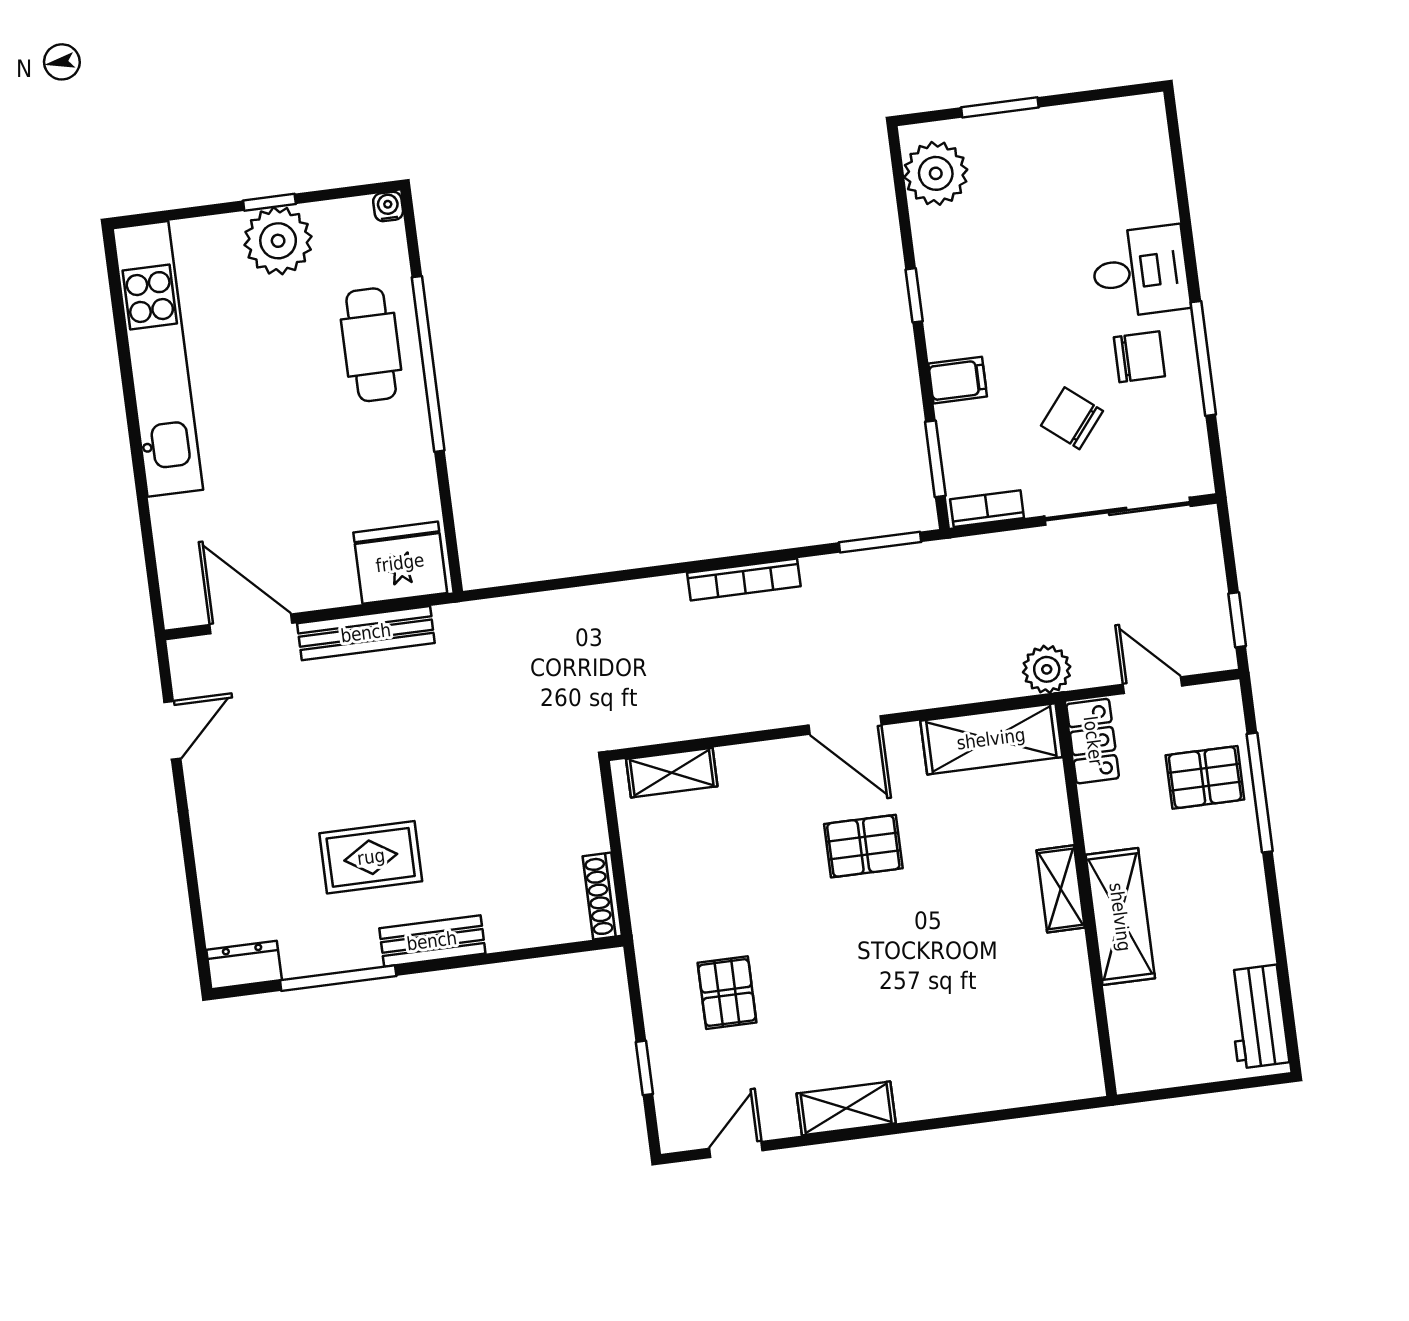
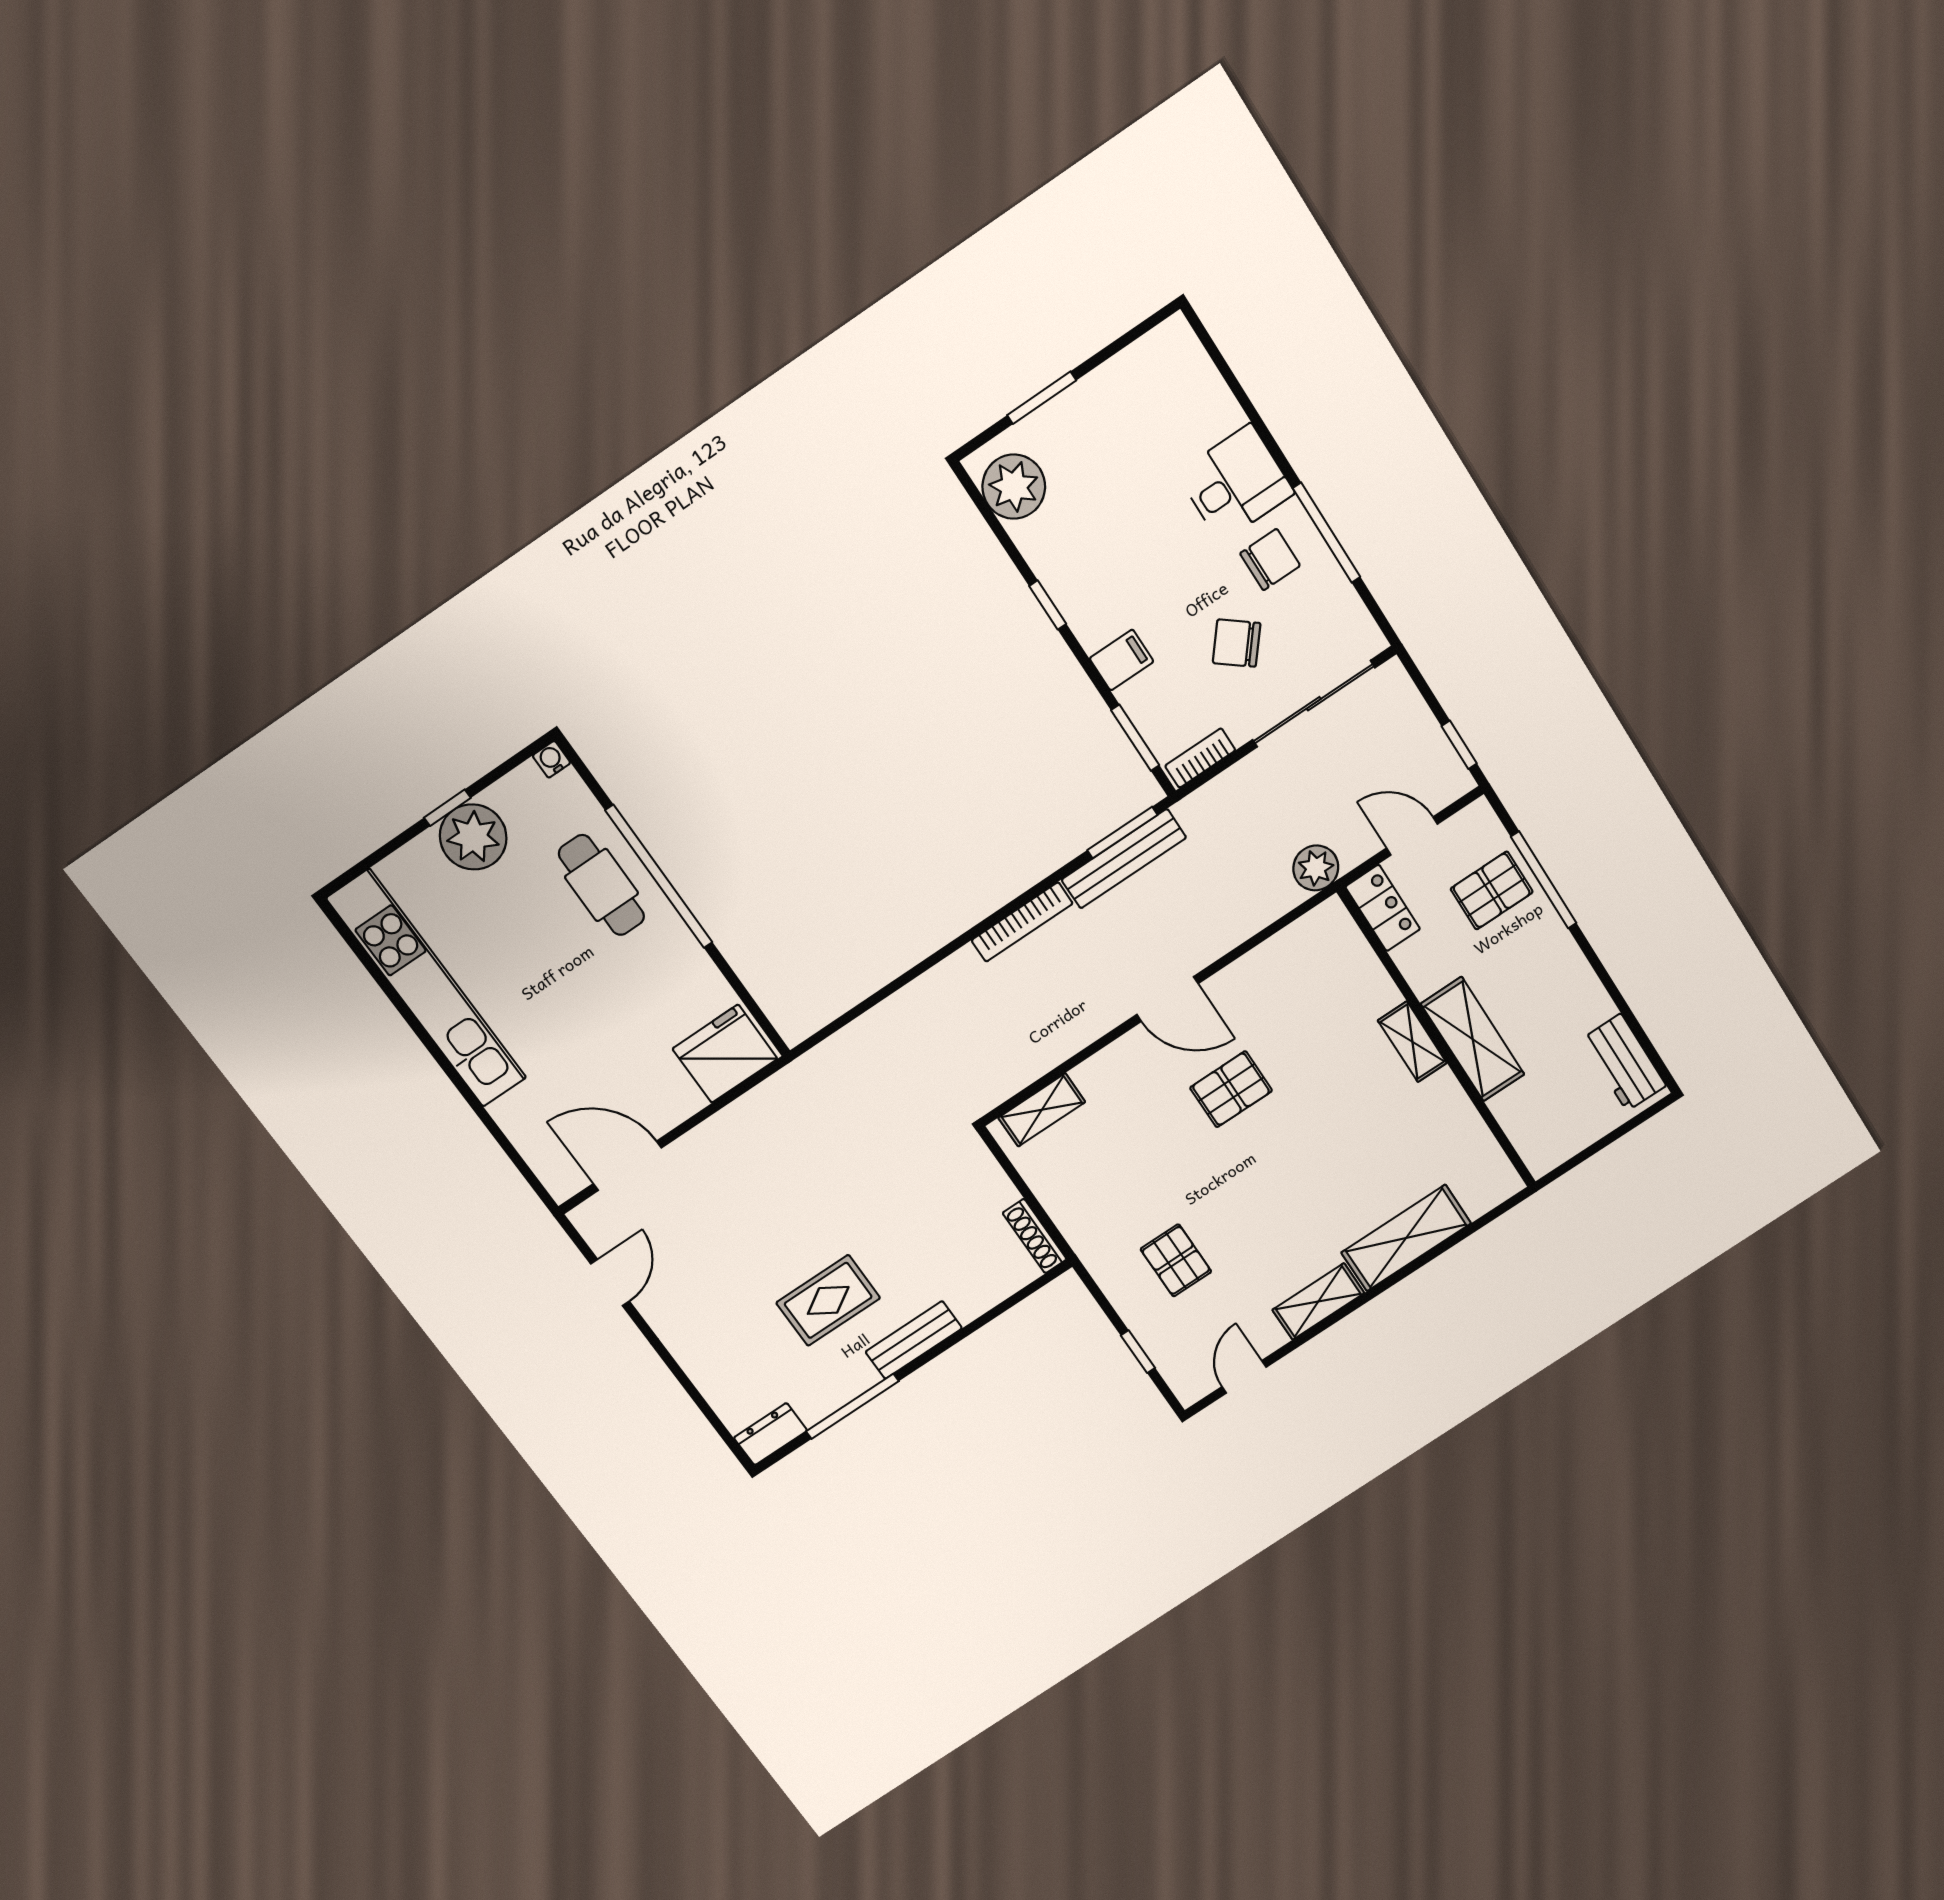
bench: (366, 633) -> (1124, 859), moved
shelving: (991, 739) -> (1406, 1238), moved

